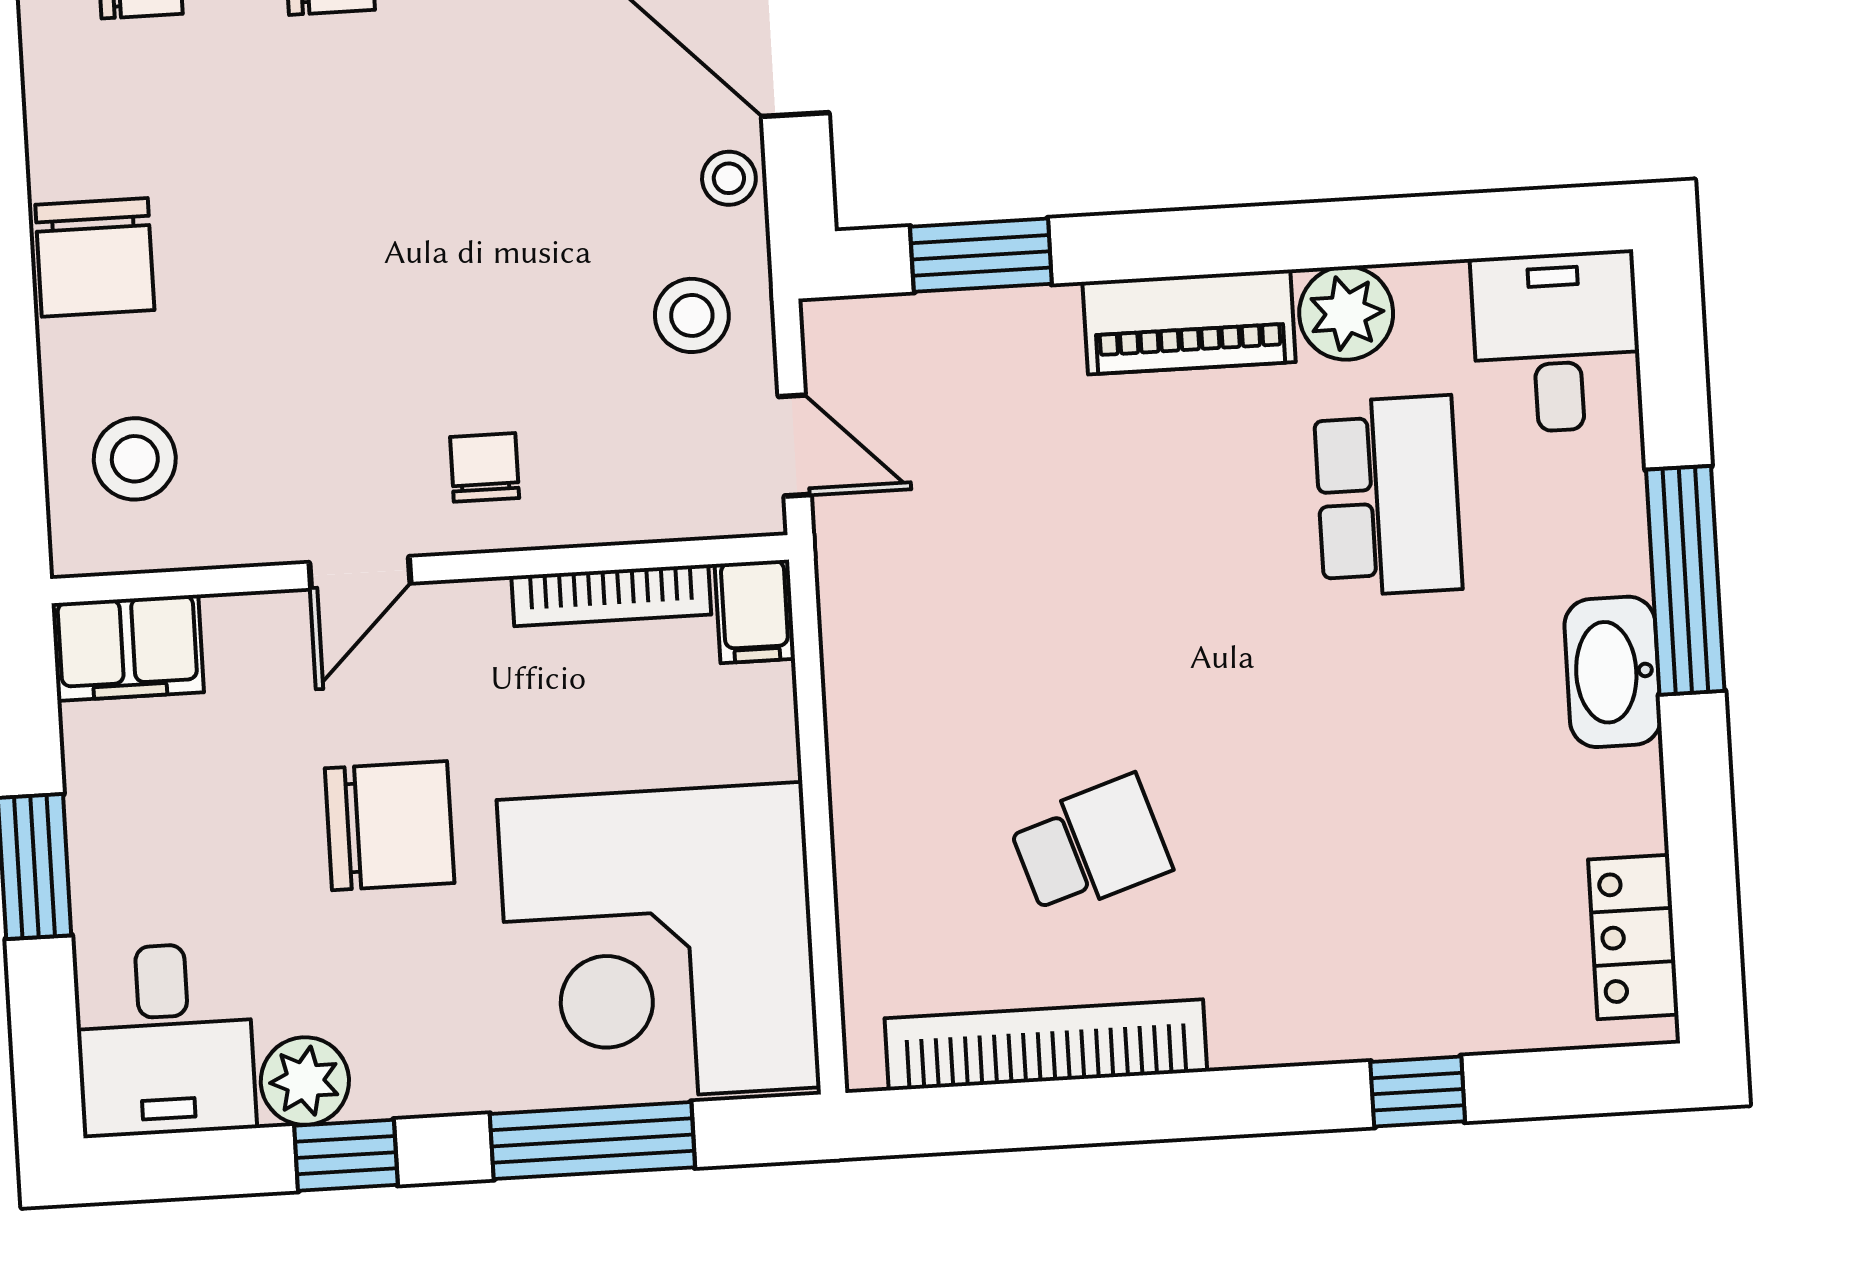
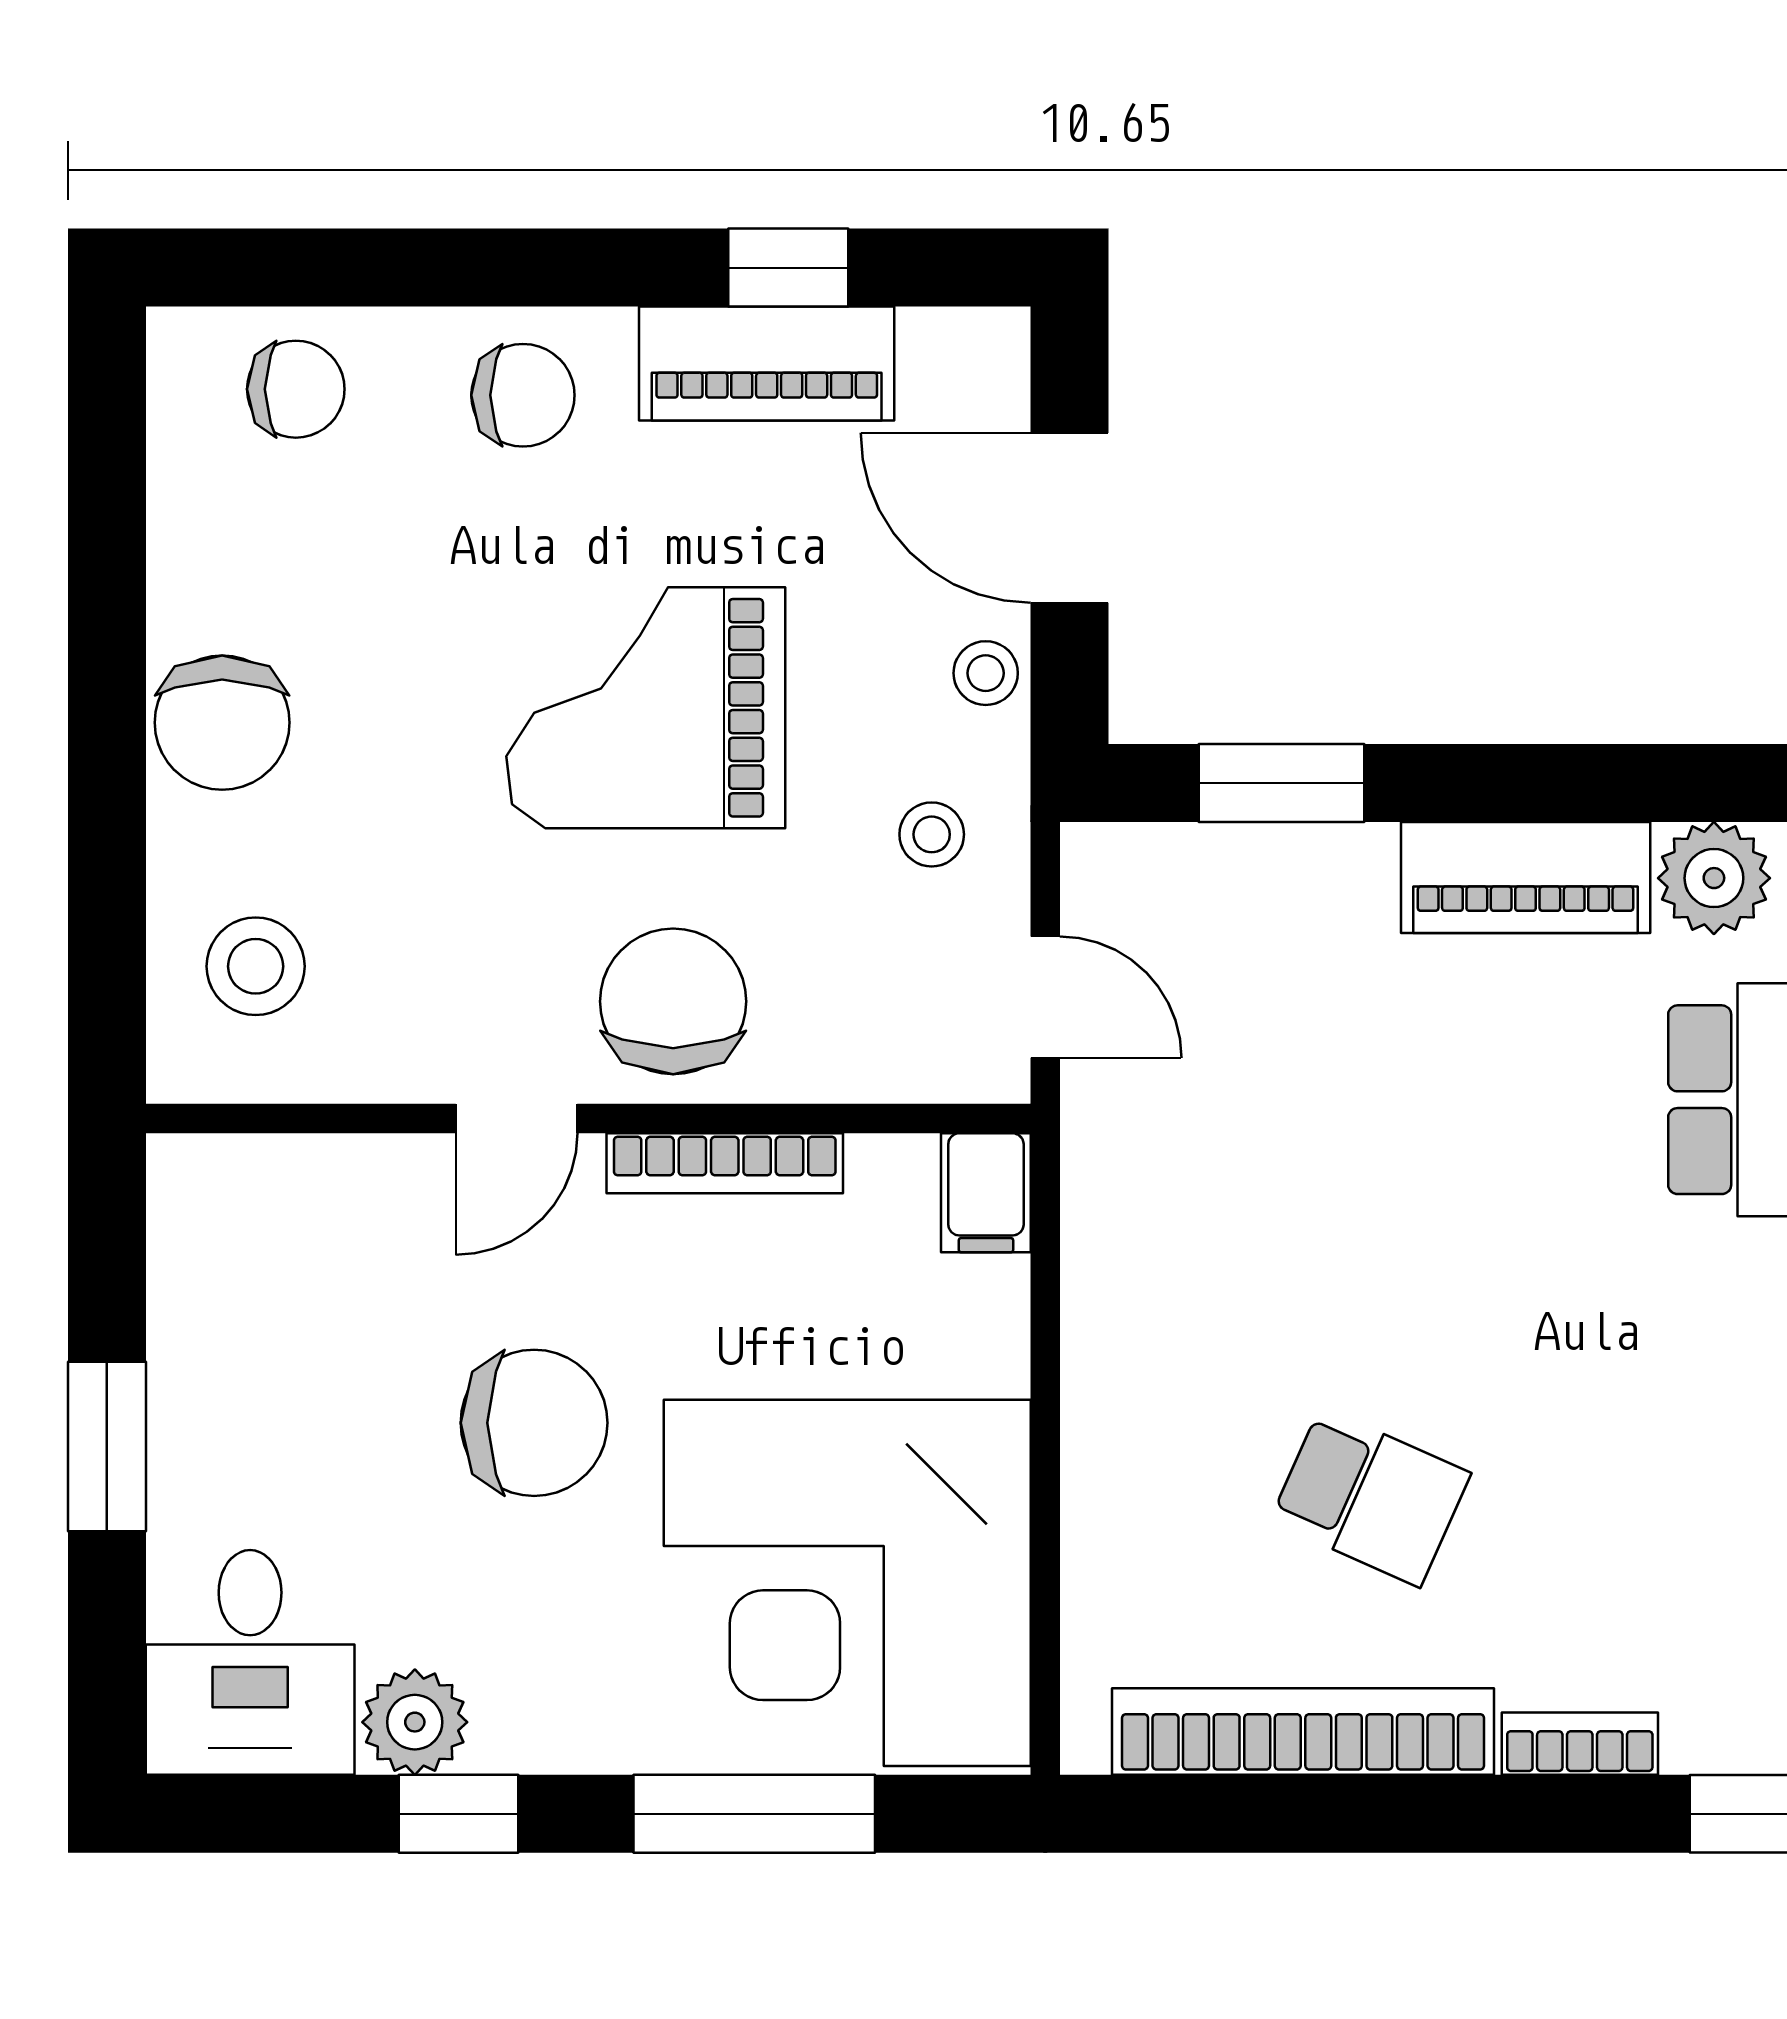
grand piano: (447, 224) -> (646, 708), added
stool: (692, 315) -> (932, 834), width x0.73, depth x0.73
chair: (485, 467) -> (673, 1001), width x1.87, depth x1.87
bookcase: (611, 595) -> (725, 1163), moved
filing cabinet: (128, 648) -> (234, 1192), removed
school desk: (1090, 846) -> (1370, 1497), turned 42
bookcase: (1277, 1041) -> (1580, 1744), added

